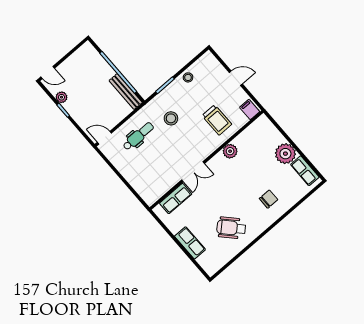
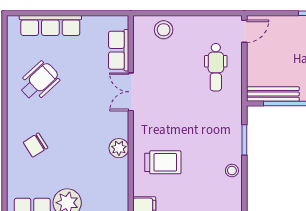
stool: (171, 118) -> (164, 30), moved
trolley: (217, 120) -> (163, 162), turned 180
chair: (269, 199) -> (36, 145), turned 58
row of seats: (190, 243) -> (50, 25), width x1.48

